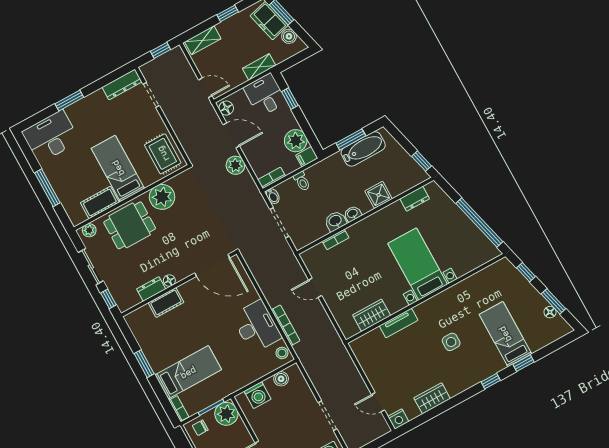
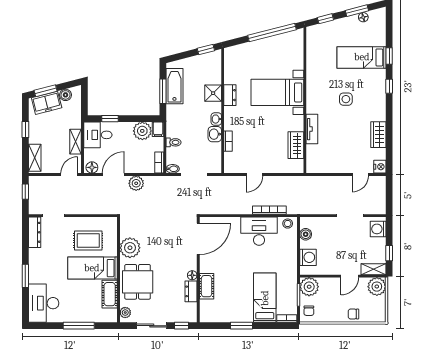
shelving: (259, 67) -> (76, 142), moved
rug: (163, 154) -> (88, 241), moved
dresser: (415, 199) -> (230, 95), moved

